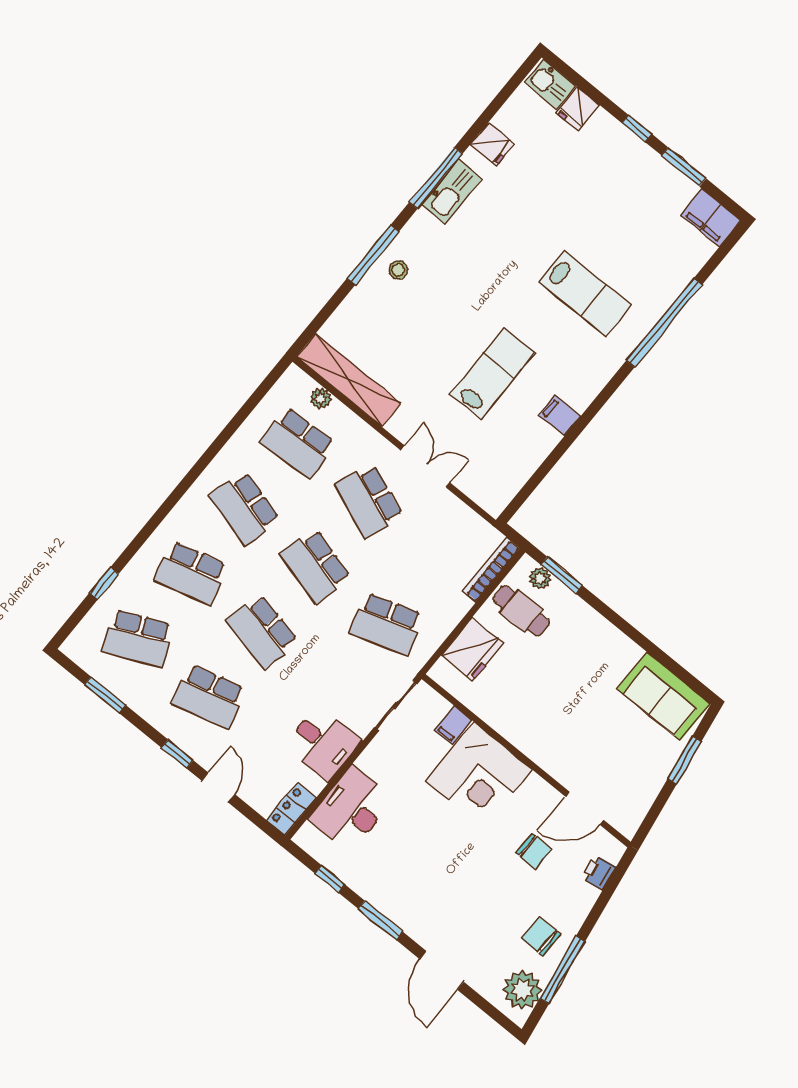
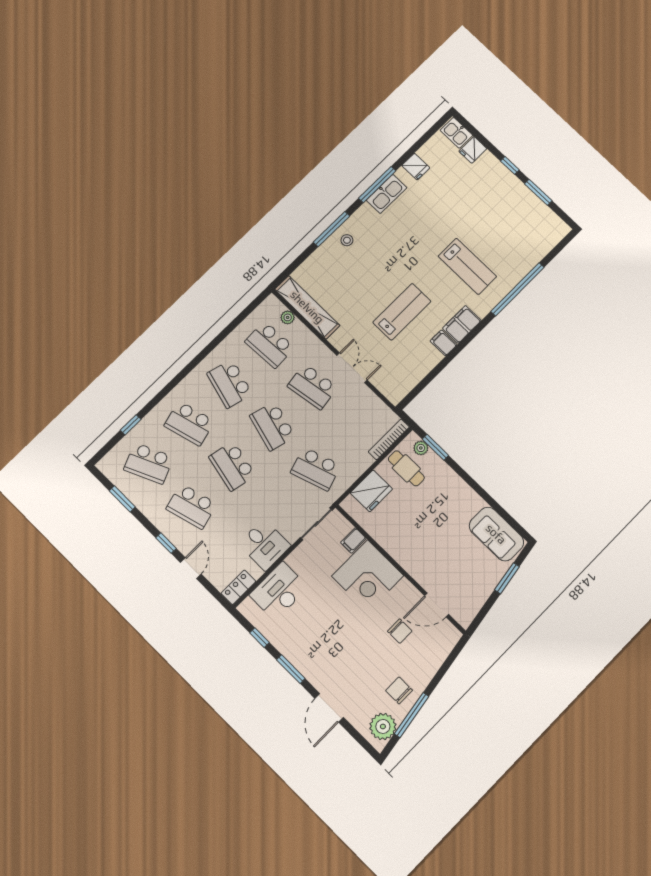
filing cabinet: (711, 218) -> (462, 324), moved, turned 90
school desk: (369, 501) -> (312, 387), turned -30
printer: (599, 872) -> (442, 650), removed

